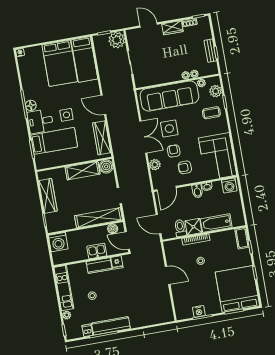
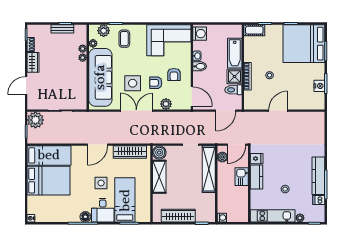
washing machine: (58, 242) -> (222, 218), width x0.53, depth x0.53

